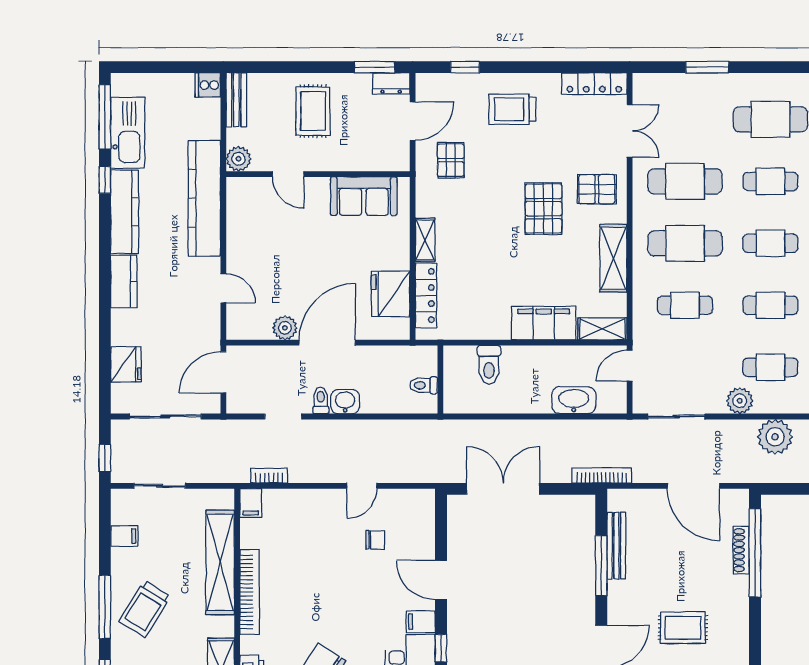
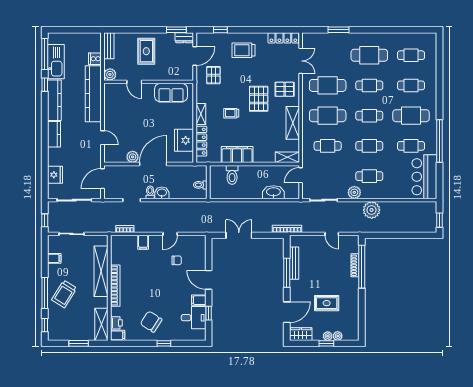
cooker: (208, 85) -> (95, 59), moved
trolley: (487, 238) -> (231, 113), added
filing cabinet: (544, 323) -> (237, 155), moved
door: (693, 486) -> (332, 234), width x0.53
double door: (503, 489) -> (239, 235), width x0.73
filing cabinet: (251, 503) -> (143, 242), moved

